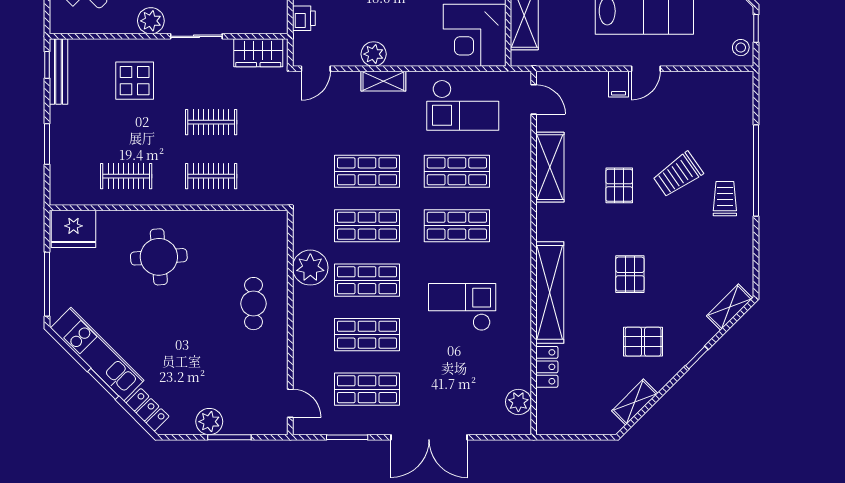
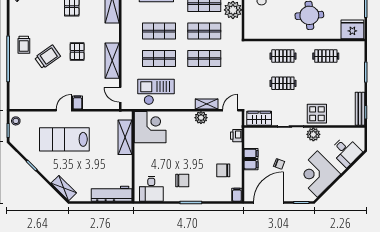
display table: (135, 81) -> (317, 114), moved
shelving: (383, 81) -> (207, 104), moved

